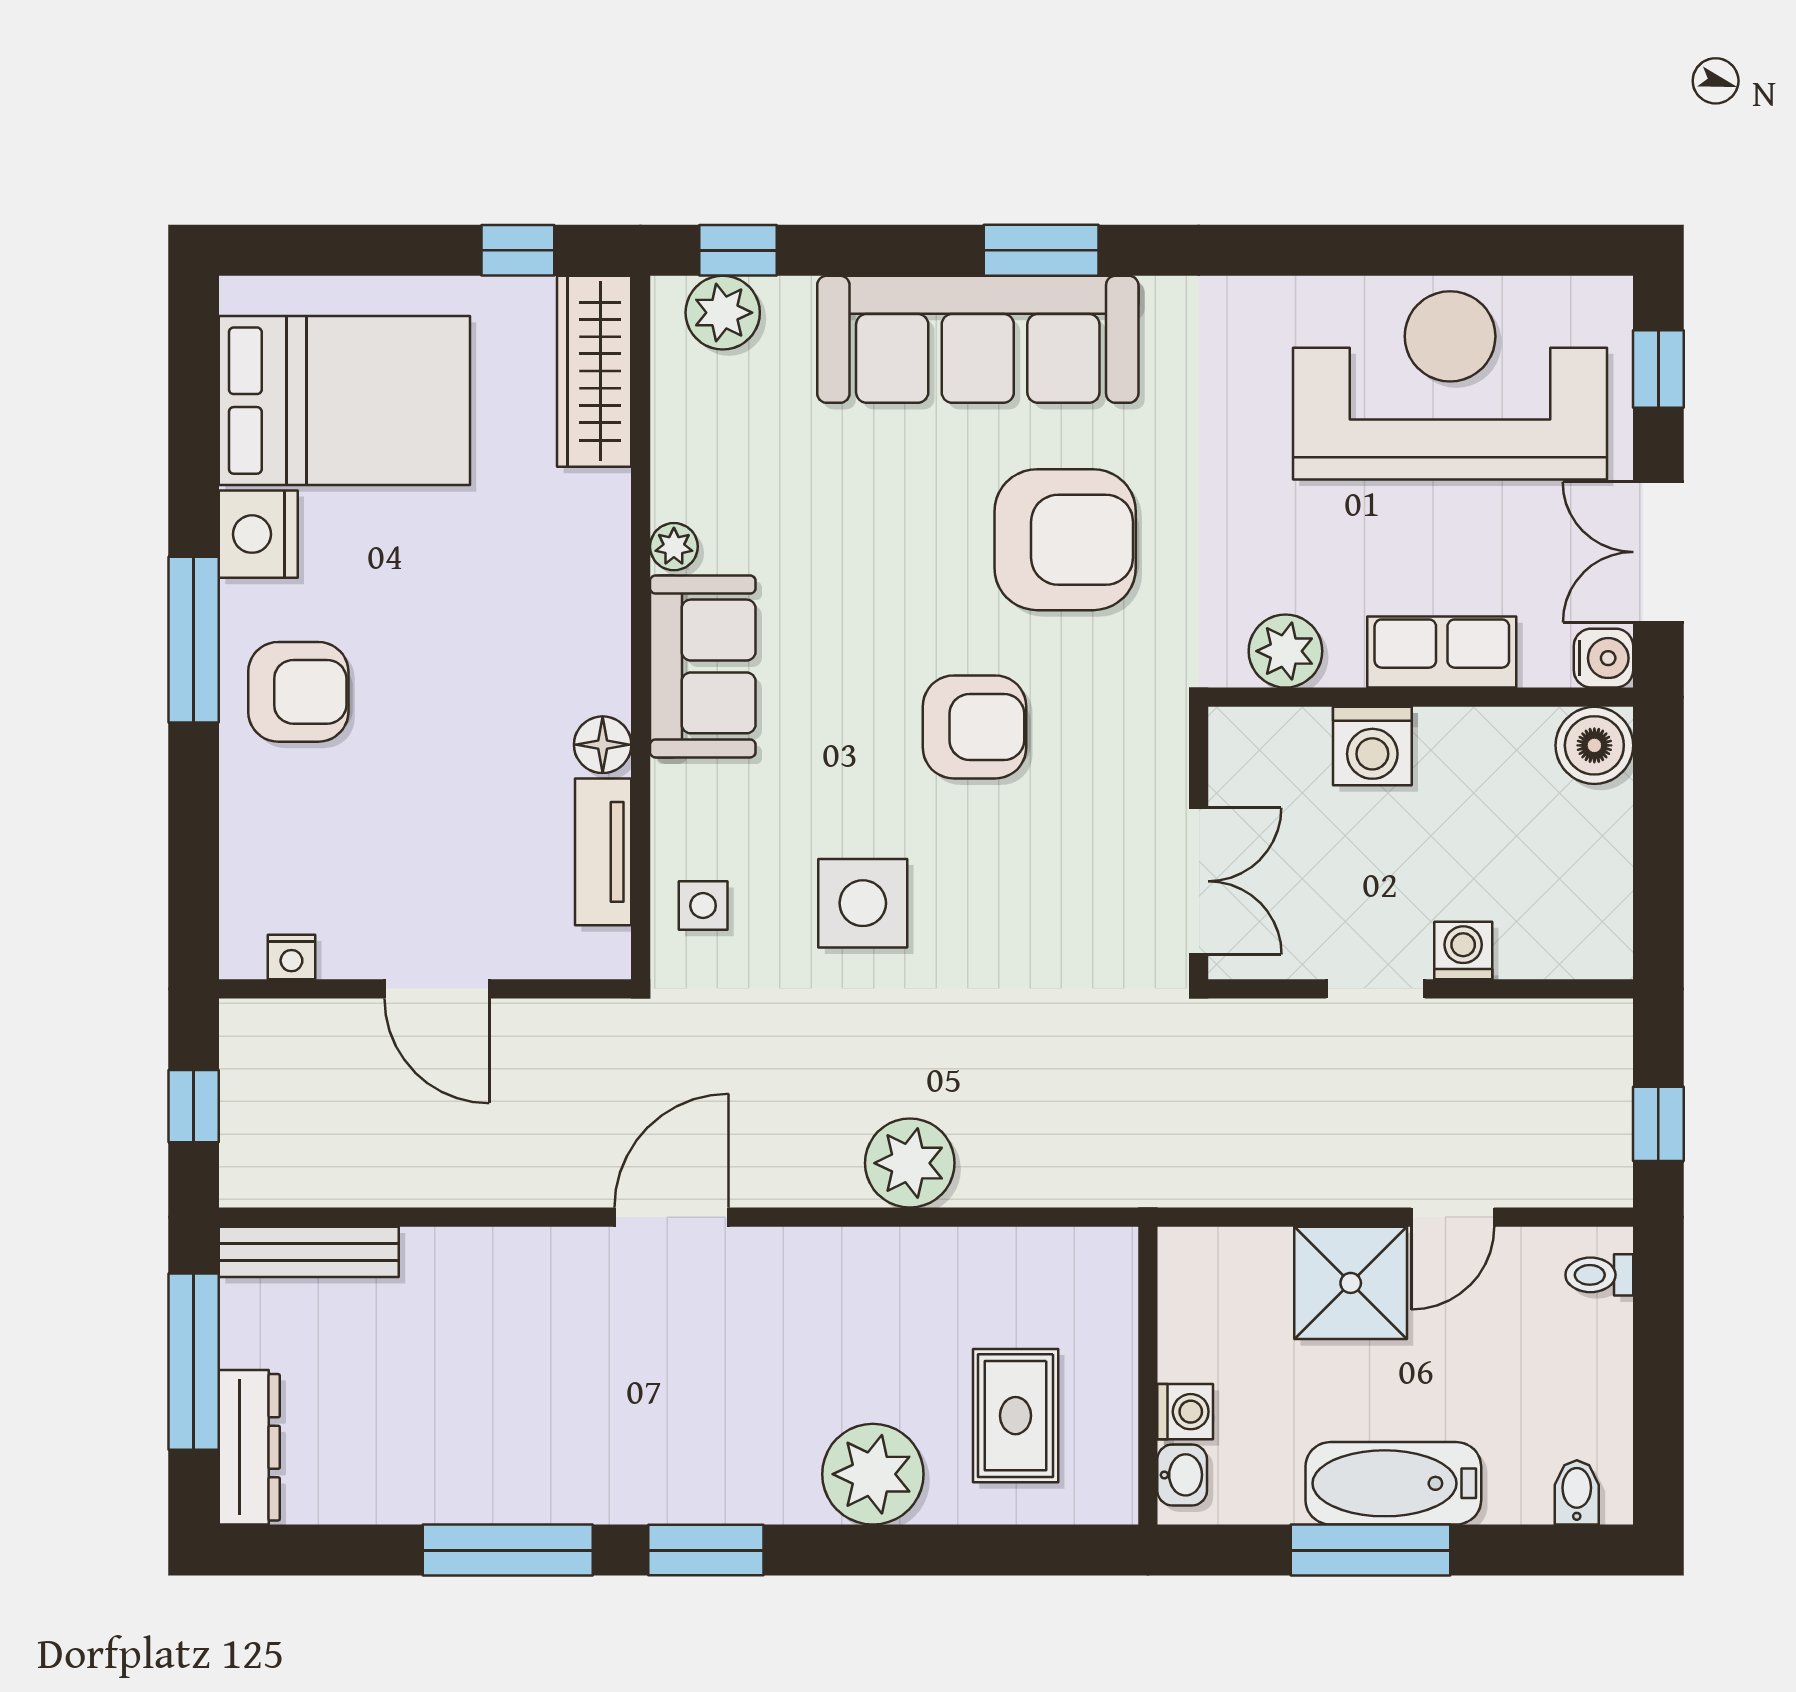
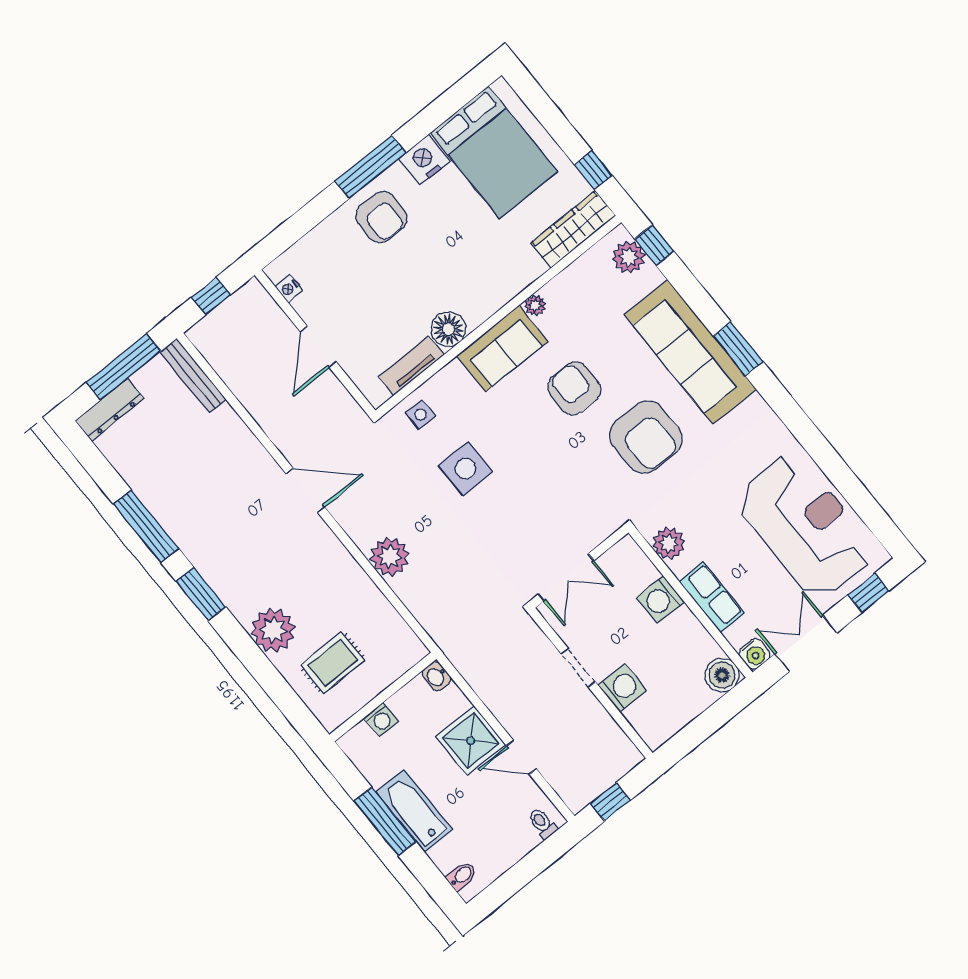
armchair: (974, 727) -> (574, 388), moved, turned 180
floor lamp: (603, 745) -> (448, 329), width x1.38, depth x1.38
washing machine: (1463, 950) -> (622, 688), width x1.38, depth x1.38
washbasin: (1182, 1475) -> (437, 676), moved, turned 90

